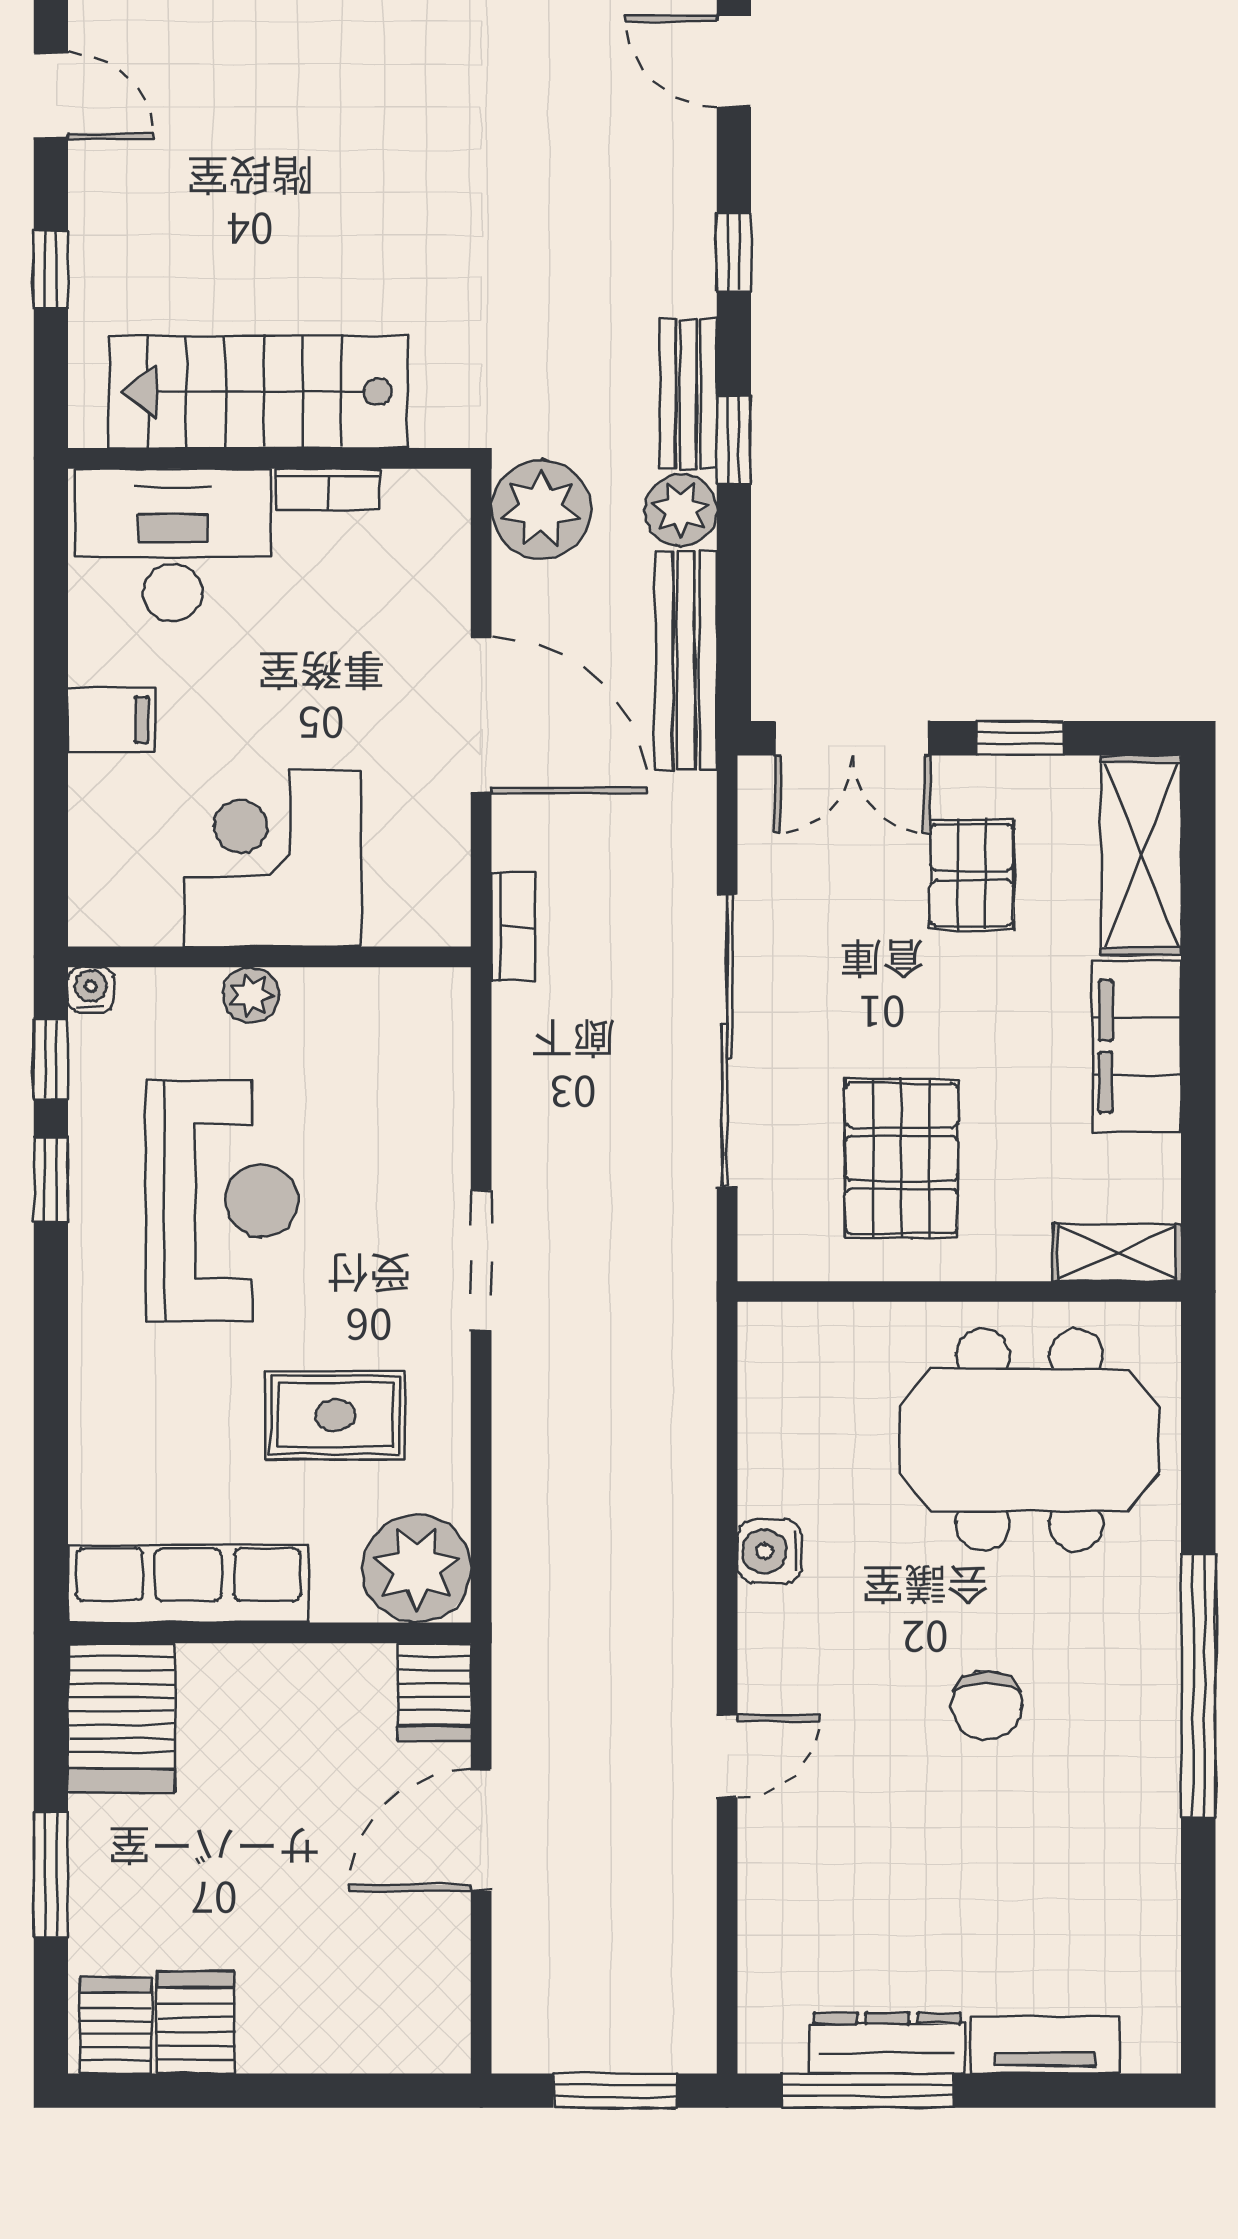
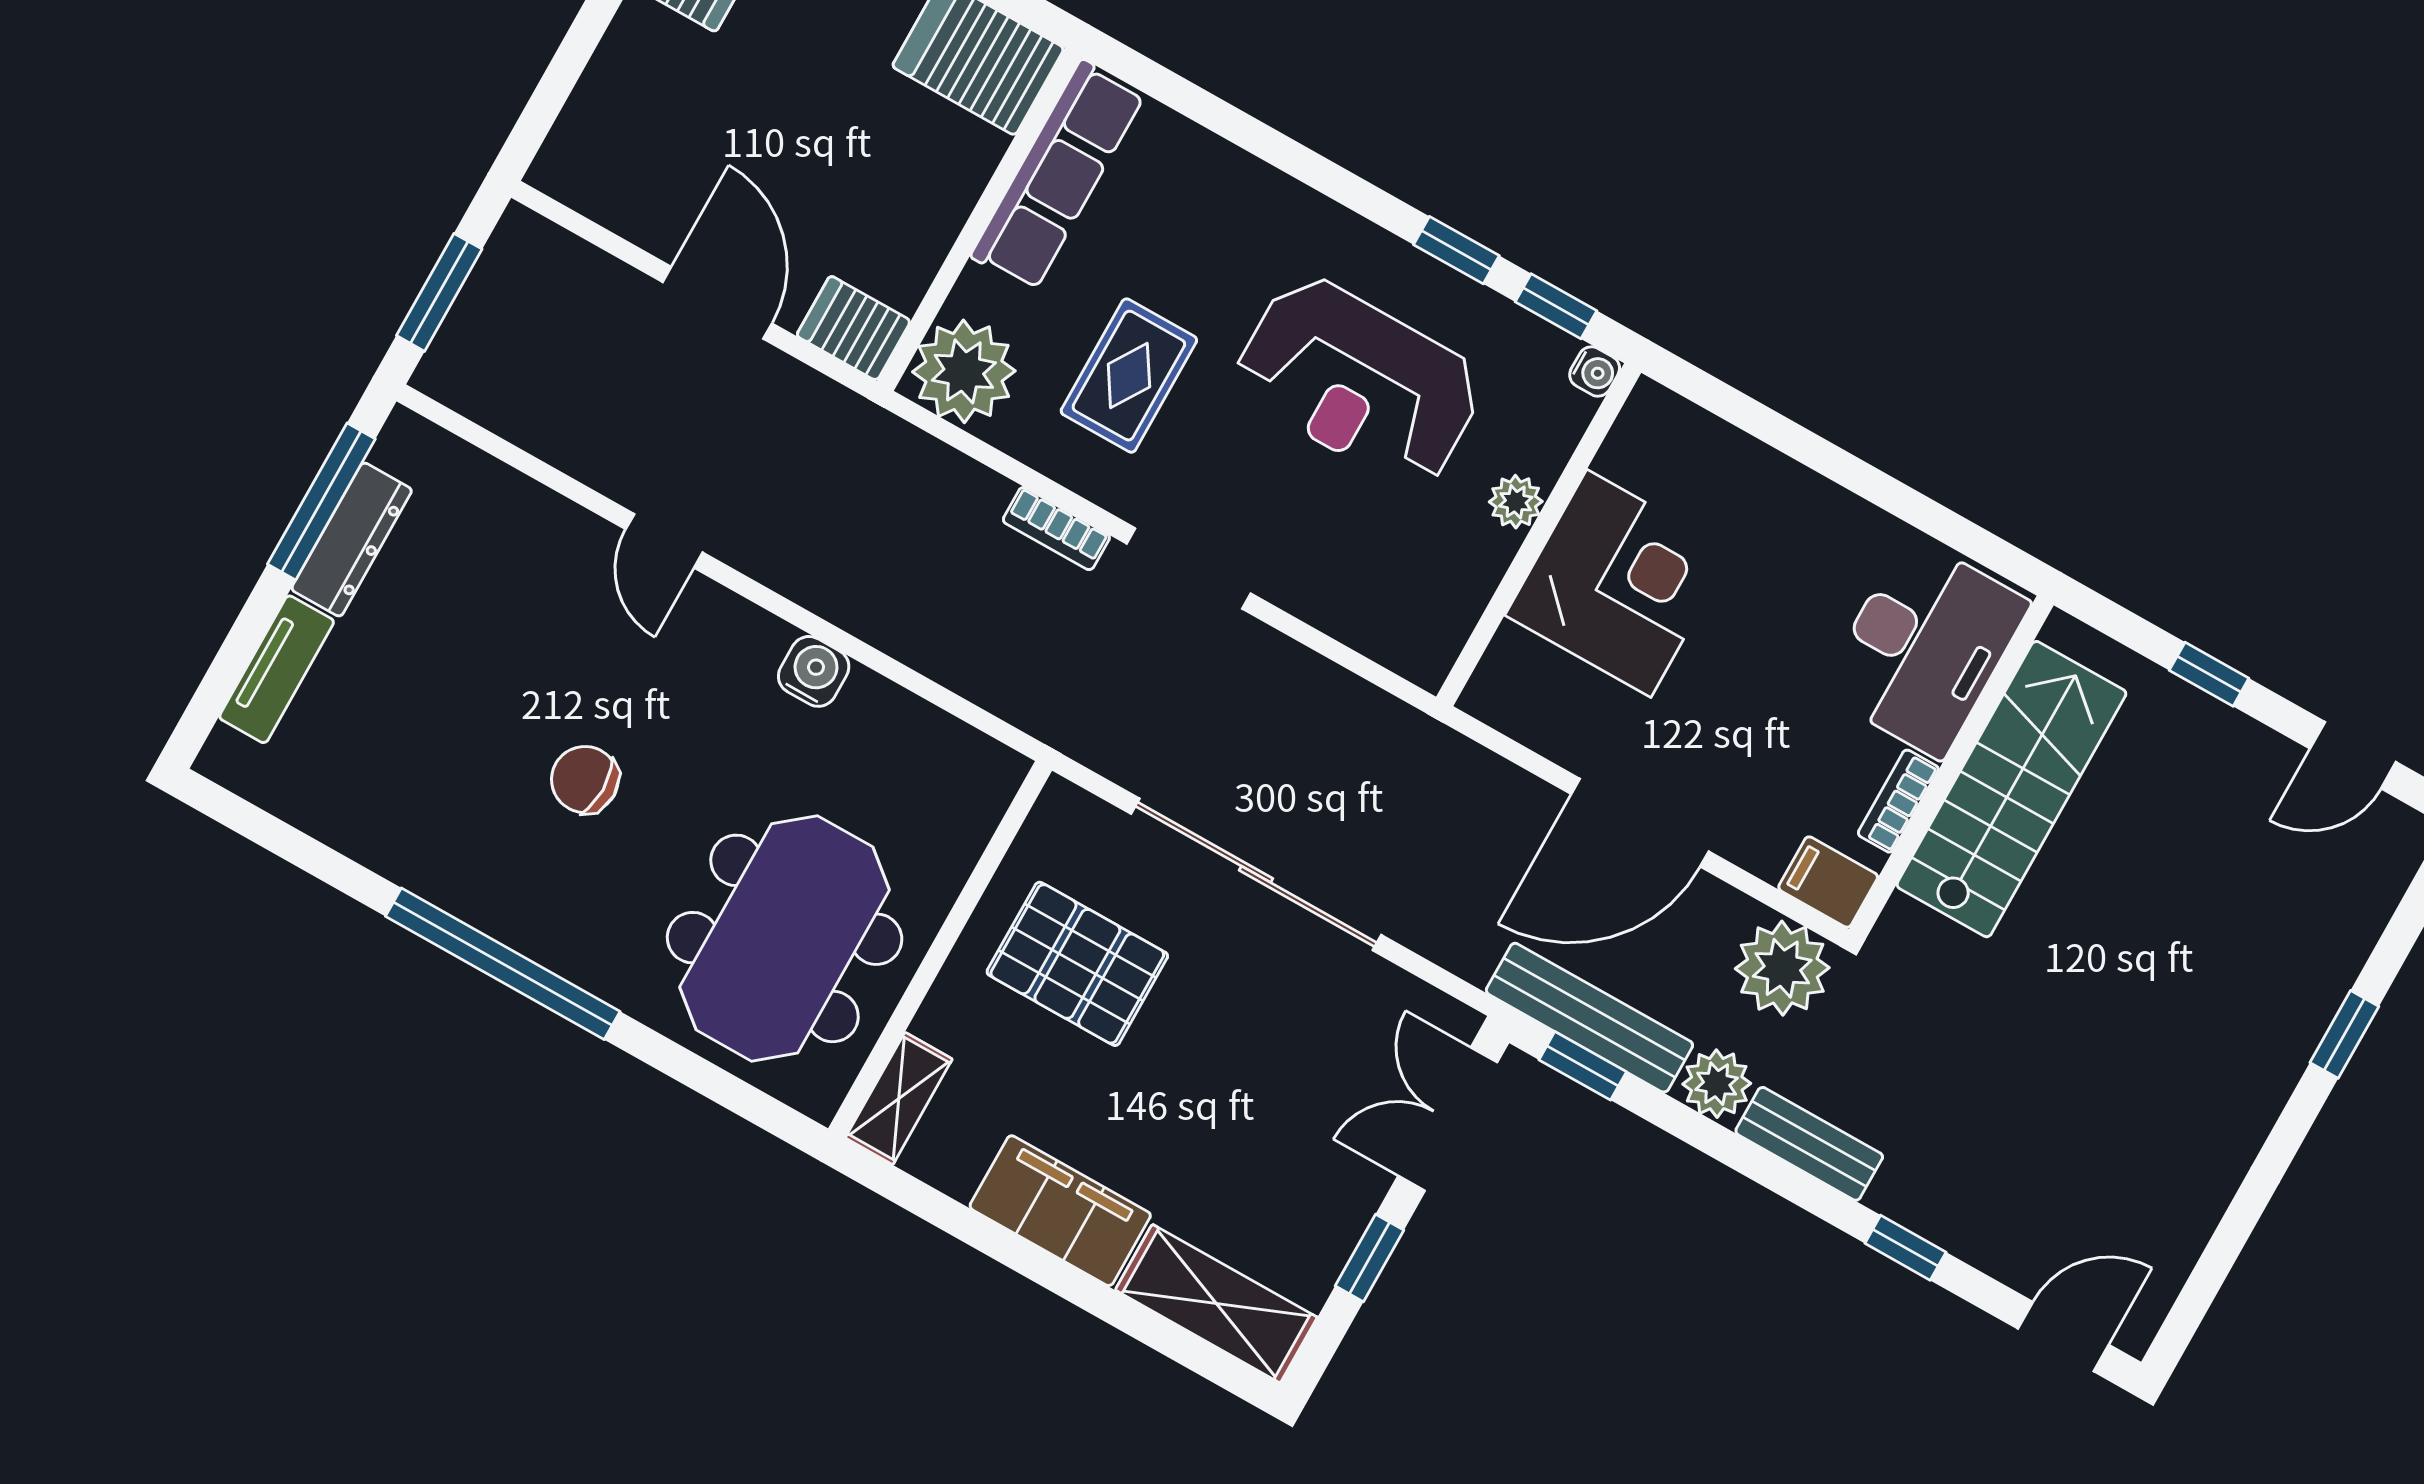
window: (734, 440) -> (1583, 1066), moved
filing cabinet: (111, 720) -> (1828, 882), moved, turned 90
pallet: (972, 875) -> (1279, 1154), removed
bookcase: (513, 927) -> (1056, 529), moved

